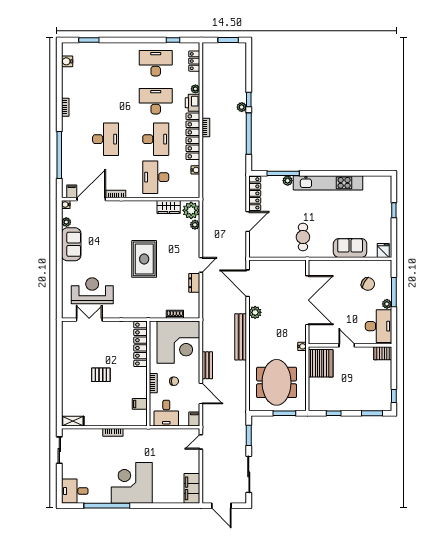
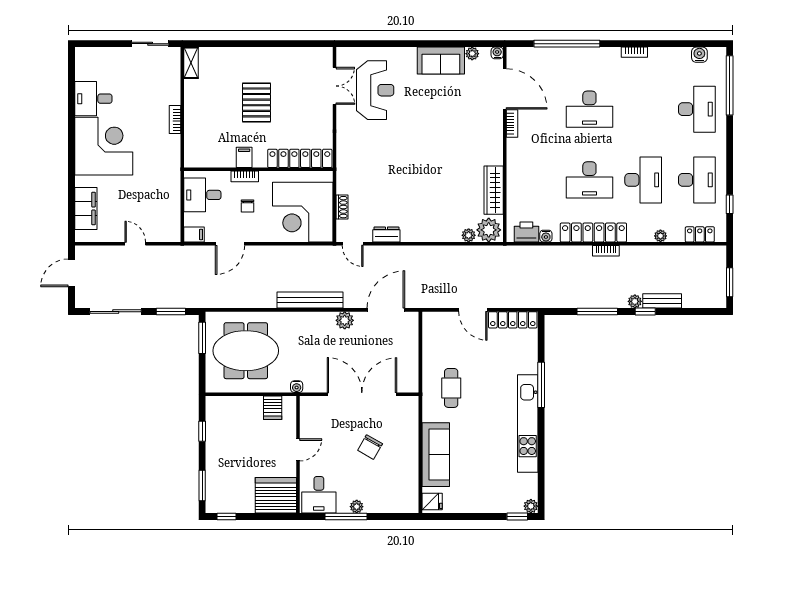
window: (89, 40) -> (730, 85), width x2.11
printer: (193, 103) -> (526, 232), moved
window: (249, 134) -> (597, 312), width x0.68
window: (283, 173) -> (541, 385), moved
desk: (156, 177) -> (697, 109), moved, turned 90
plant: (288, 181) -> (531, 506), moved
filing cabinet: (72, 191) -> (516, 61), removed
wardrobe: (169, 207) -> (494, 190), width x1.50
window: (394, 210) -> (517, 517), moved
cafe table: (303, 237) -> (451, 388), turned 90
sofa: (350, 248) -> (436, 455), width x1.36
rug: (144, 259) -> (420, 164), removed
door: (201, 265) -> (353, 244), moved
chair: (368, 284) -> (370, 447), moved
window: (394, 292) -> (346, 517), moved
double door: (307, 300) -> (362, 394), swing flipped
desk: (379, 326) -> (319, 495), width x0.73
server rack: (383, 353) -> (276, 495), width x2.18, depth x1.44
server rack: (321, 363) -> (273, 408), width x0.46, depth x0.70
bench: (207, 365) -> (662, 301), moved
pallet: (101, 375) -> (257, 102), width x1.50, depth x1.42
filing cabinet: (140, 404) -> (244, 157), moved
window: (284, 413) -> (202, 338), moved
door: (201, 442) -> (135, 244), moved
filing cabinet: (192, 488) -> (86, 209), moved, turned 90
desk: (75, 491) -> (93, 99), moved, turned -90
window: (107, 506) -> (72, 111), removed

